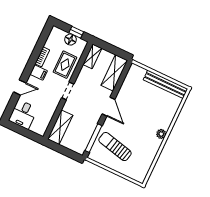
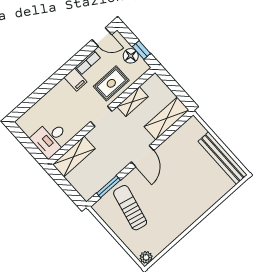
shelving: (92, 56) -> (133, 102), moved
door: (20, 87) -> (102, 37), moved
desk: (23, 114) -> (50, 139), moved
plant: (161, 134) -> (146, 257), moved
window: (94, 138) -> (108, 187), width x0.69

